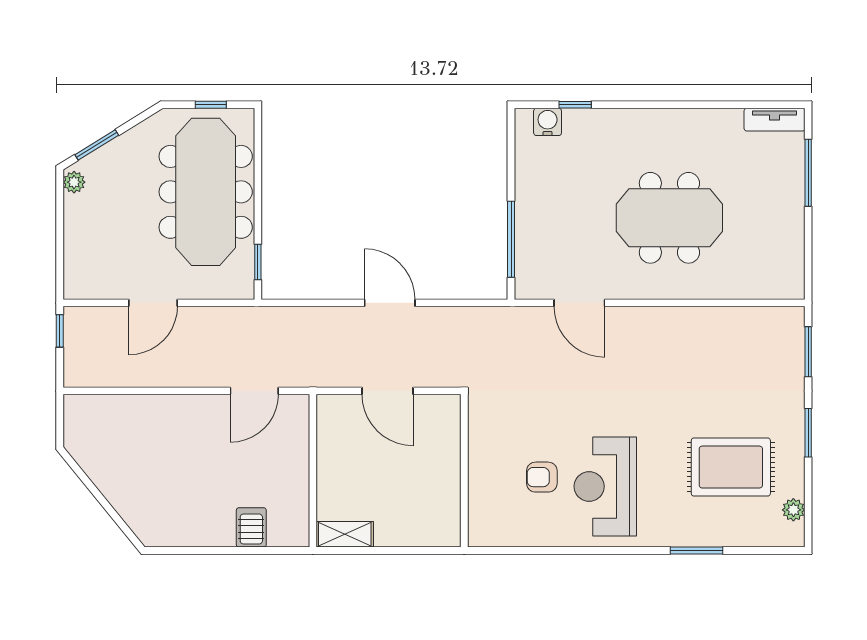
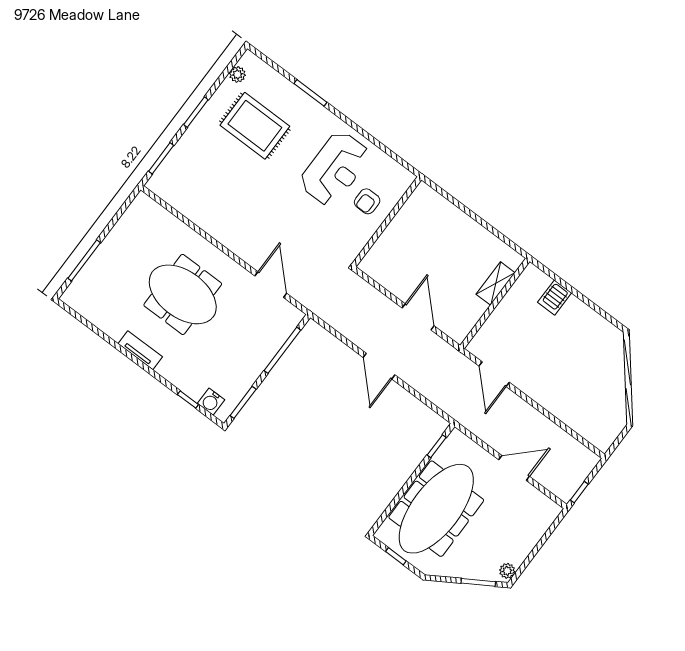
tv unit: (775, 120) -> (140, 350), moved
window: (511, 148) -> (243, 402), added
door: (254, 391) -> (494, 374), swing flipped
wall: (464, 471) -> (387, 222), moved
armchair: (542, 477) -> (367, 201), turned 90
shelving: (345, 534) -> (496, 283), moved, turned 90

